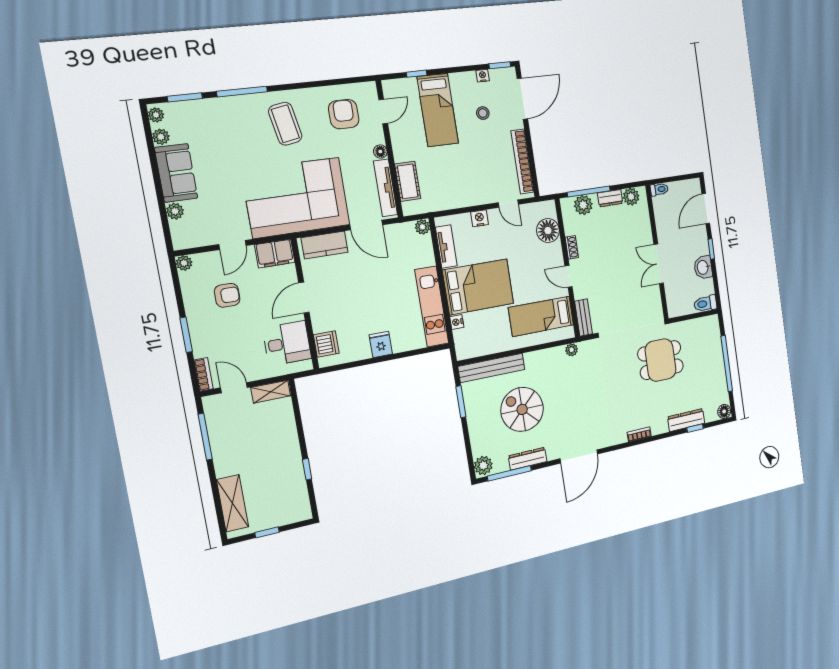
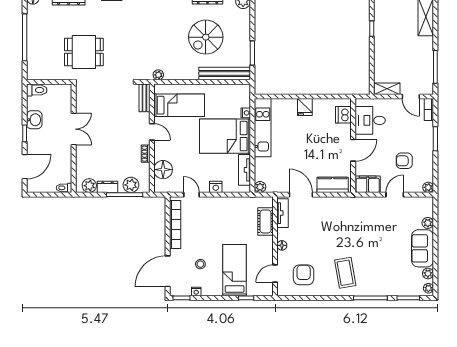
armchair: (344, 114) -> (304, 275), turned 180
tv unit: (385, 188) -> (283, 213), width x0.71
corner sofa: (296, 198) -> (347, 221), removed
spiral stairs: (522, 409) -> (206, 37), turned 90

